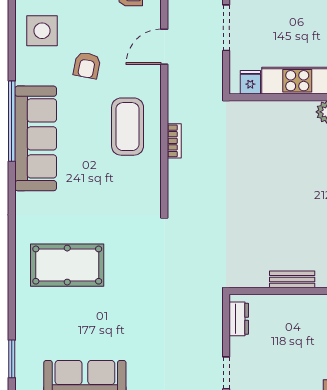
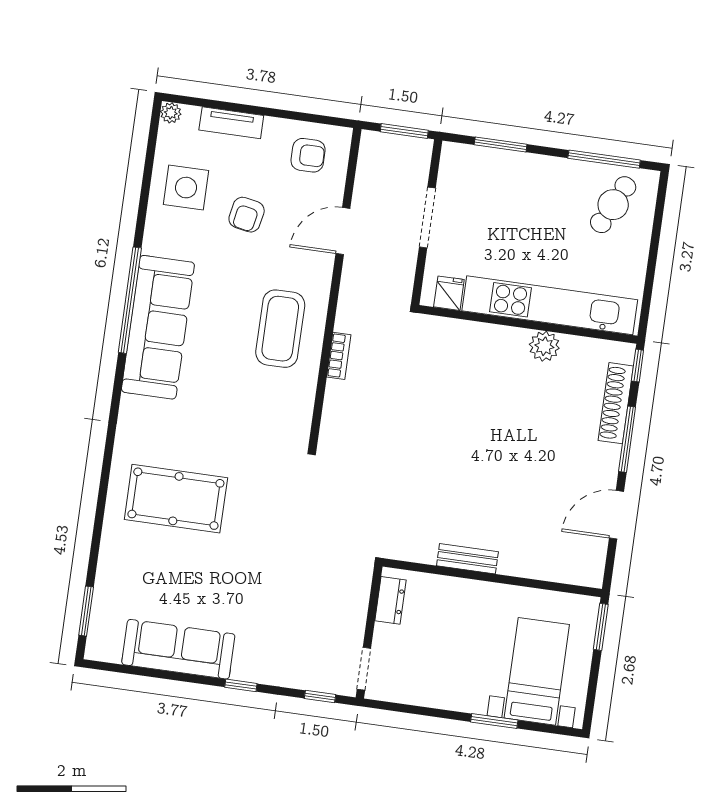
armchair: (87, 65) -> (247, 215), moved

